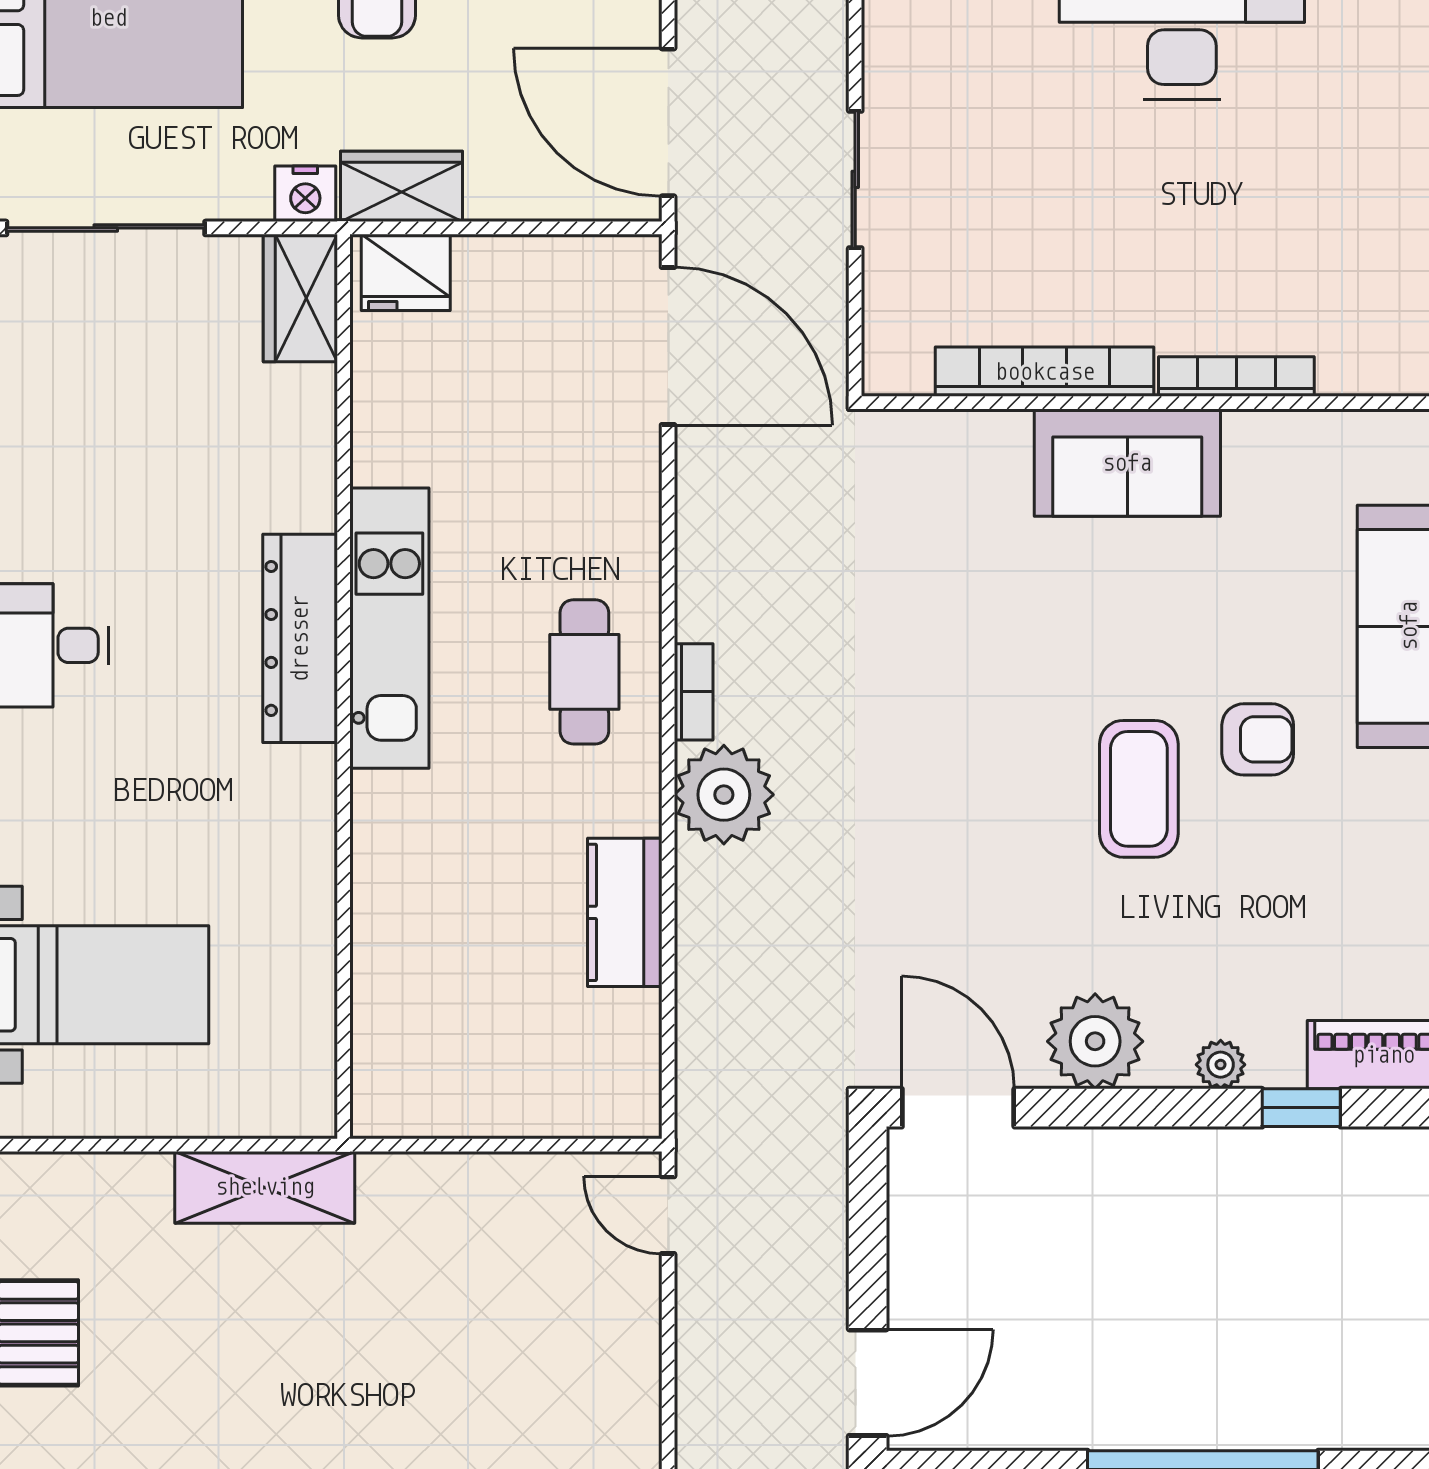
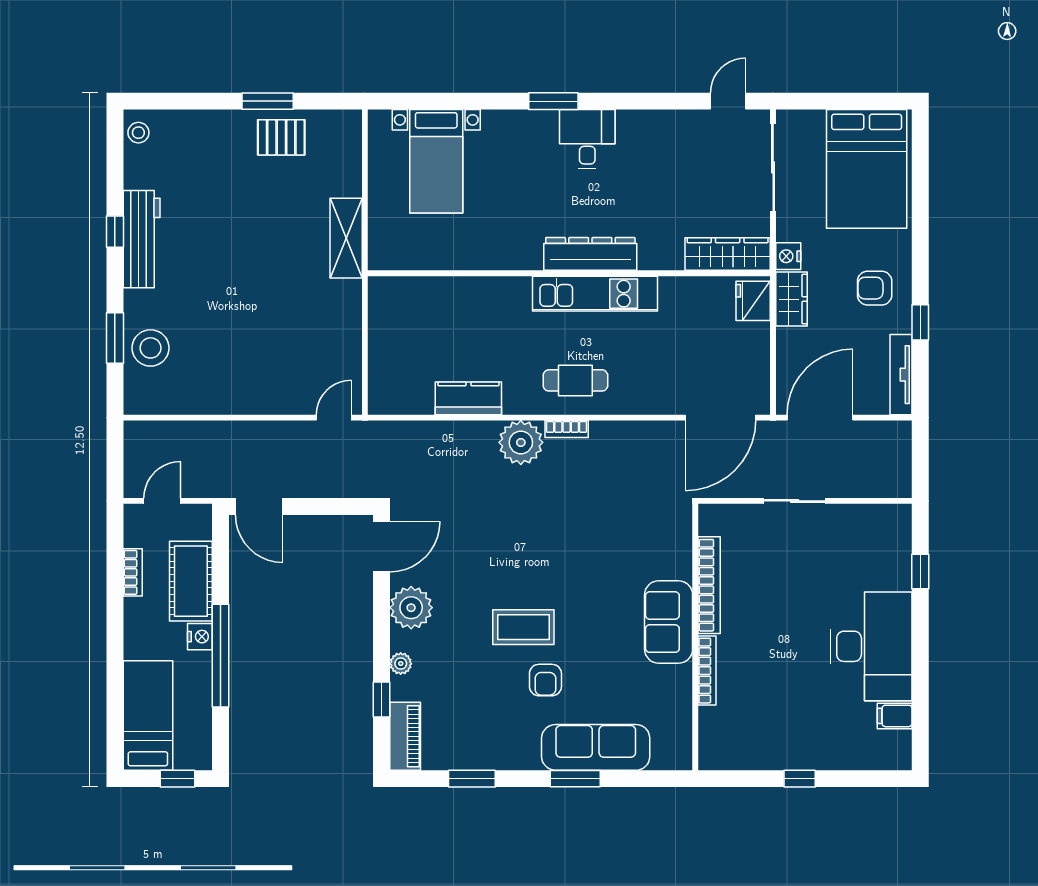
wardrobe: (300, 298) -> (728, 254), width x1.50

